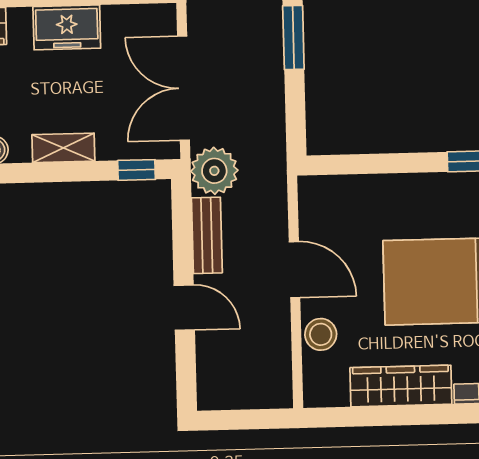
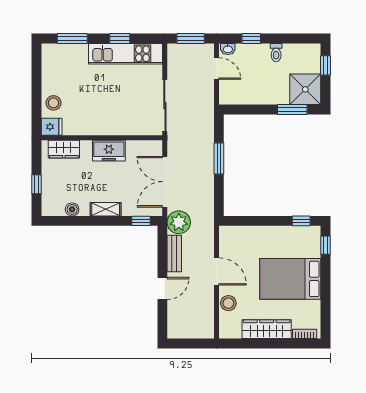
door: (184, 308) -> (162, 288), hinge flipped

